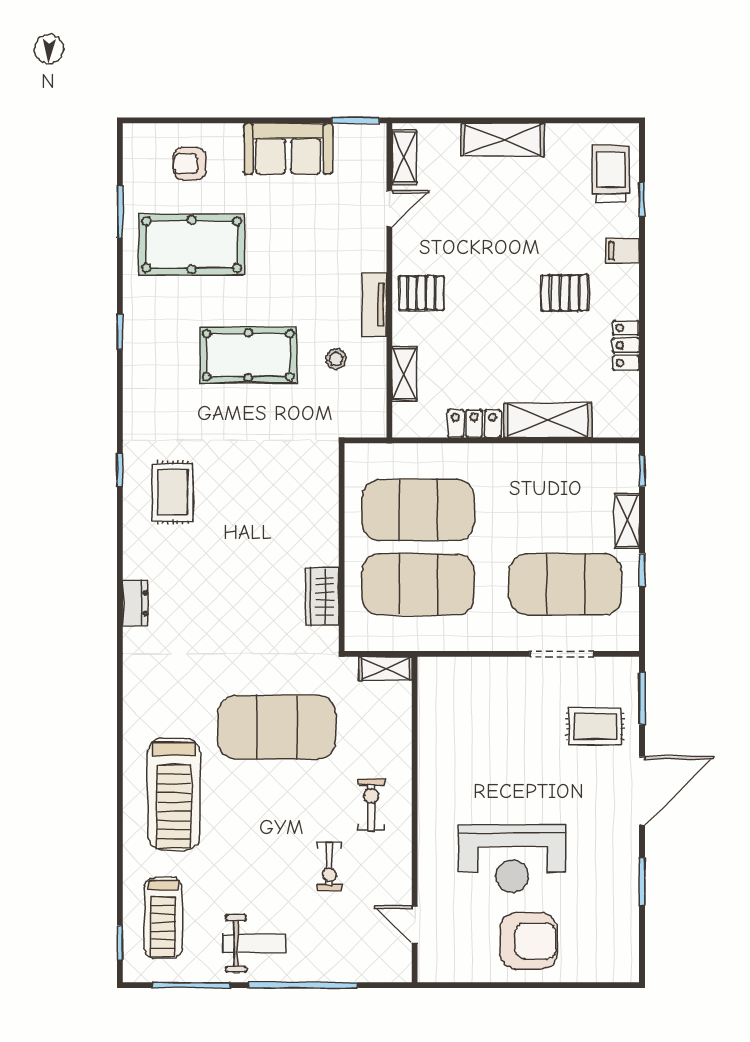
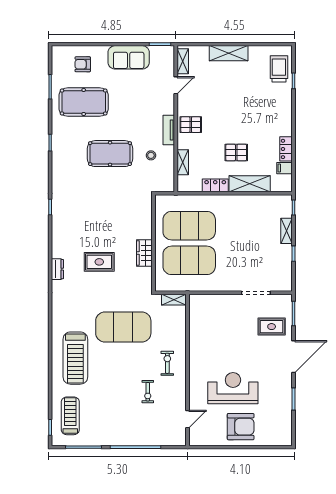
filing cabinet: (623, 251) -> (285, 168), moved
pallet: (565, 293) -> (236, 153), moved
rug: (173, 492) -> (99, 262), moved, turned 90
exercise mat: (566, 584) -> (258, 260), removed
wardrobe: (322, 597) -> (144, 253), moved
reception desk: (512, 859) -> (233, 388), turned 180
treadmill: (163, 918) -> (70, 416), turned 180
door: (415, 925) -> (188, 419), swing flipped
weight bench: (255, 943) -> (113, 428), removed

